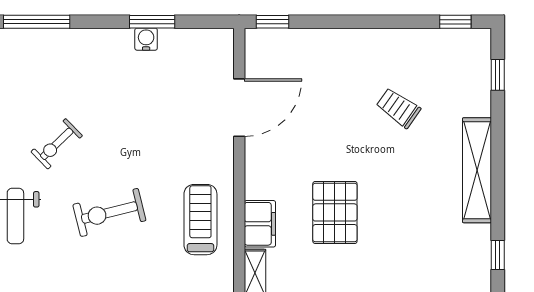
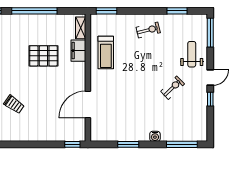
water cooler: (146, 39) -> (155, 136), moved
pallet: (335, 212) -> (43, 56), turned 90
exercise bike: (109, 213) -> (148, 30), moved, width x0.73, depth x0.72

